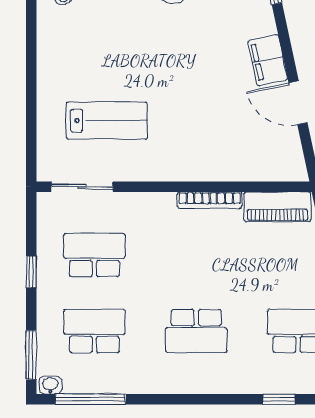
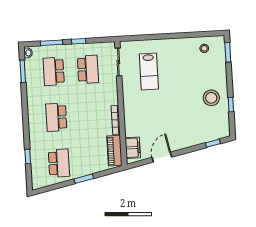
filing cabinet: (268, 60) -> (133, 148), moved, turned 102
school desk: (94, 331) -> (54, 71), turned 180
window: (31, 355) -> (52, 43), moved
window: (90, 399) -> (23, 71), width x0.69

